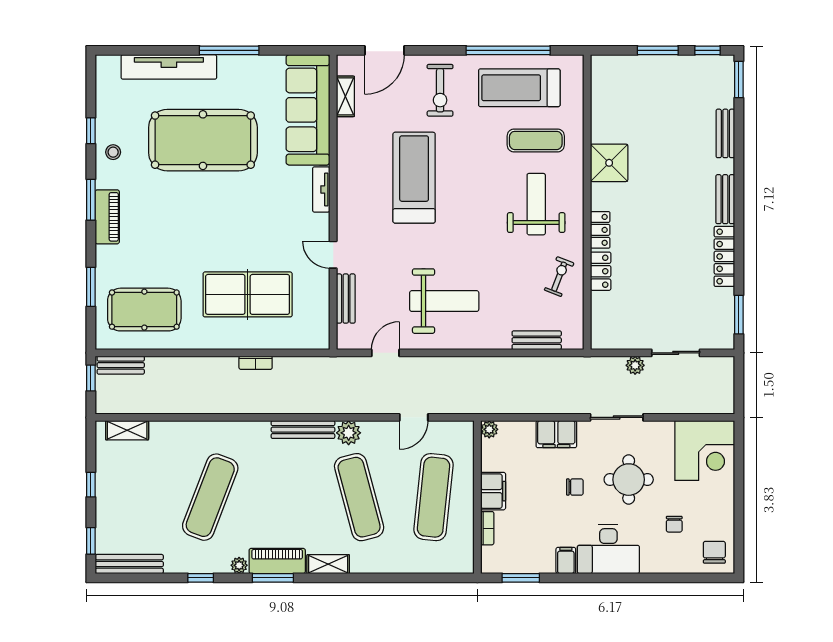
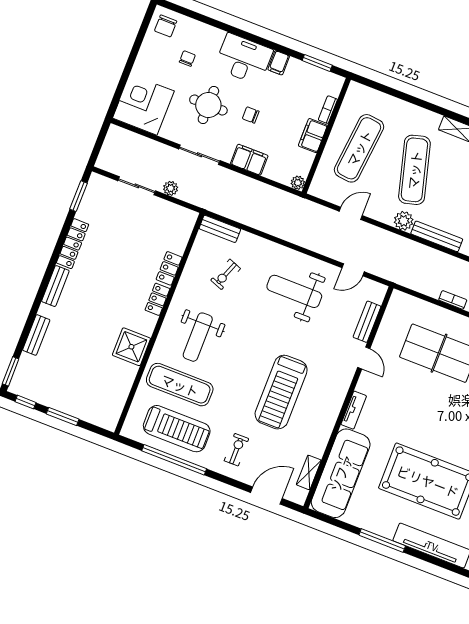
exercise bike: (440, 90) -> (236, 450), width x0.73, depth x0.72
exercise mat: (536, 140) -> (180, 385), width x1.36, depth x1.45
exercise bike: (559, 277) -> (226, 274), moved
bench: (537, 340) -> (220, 229), moved

